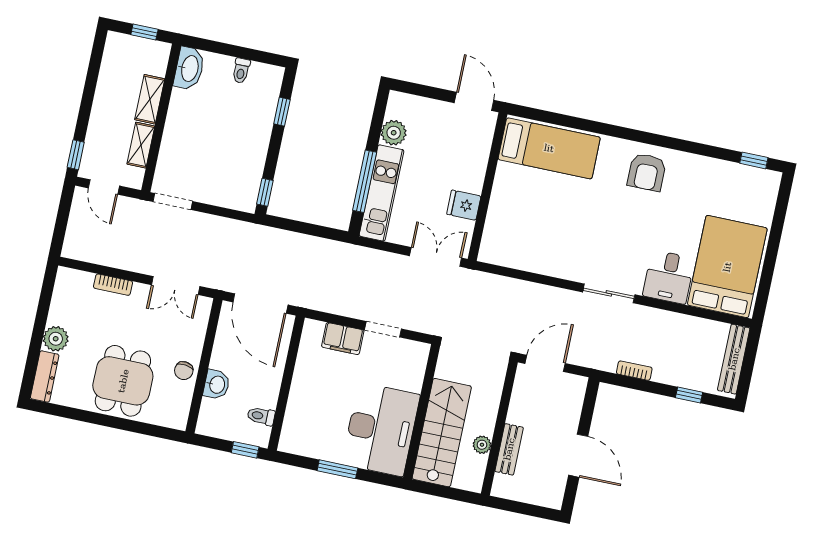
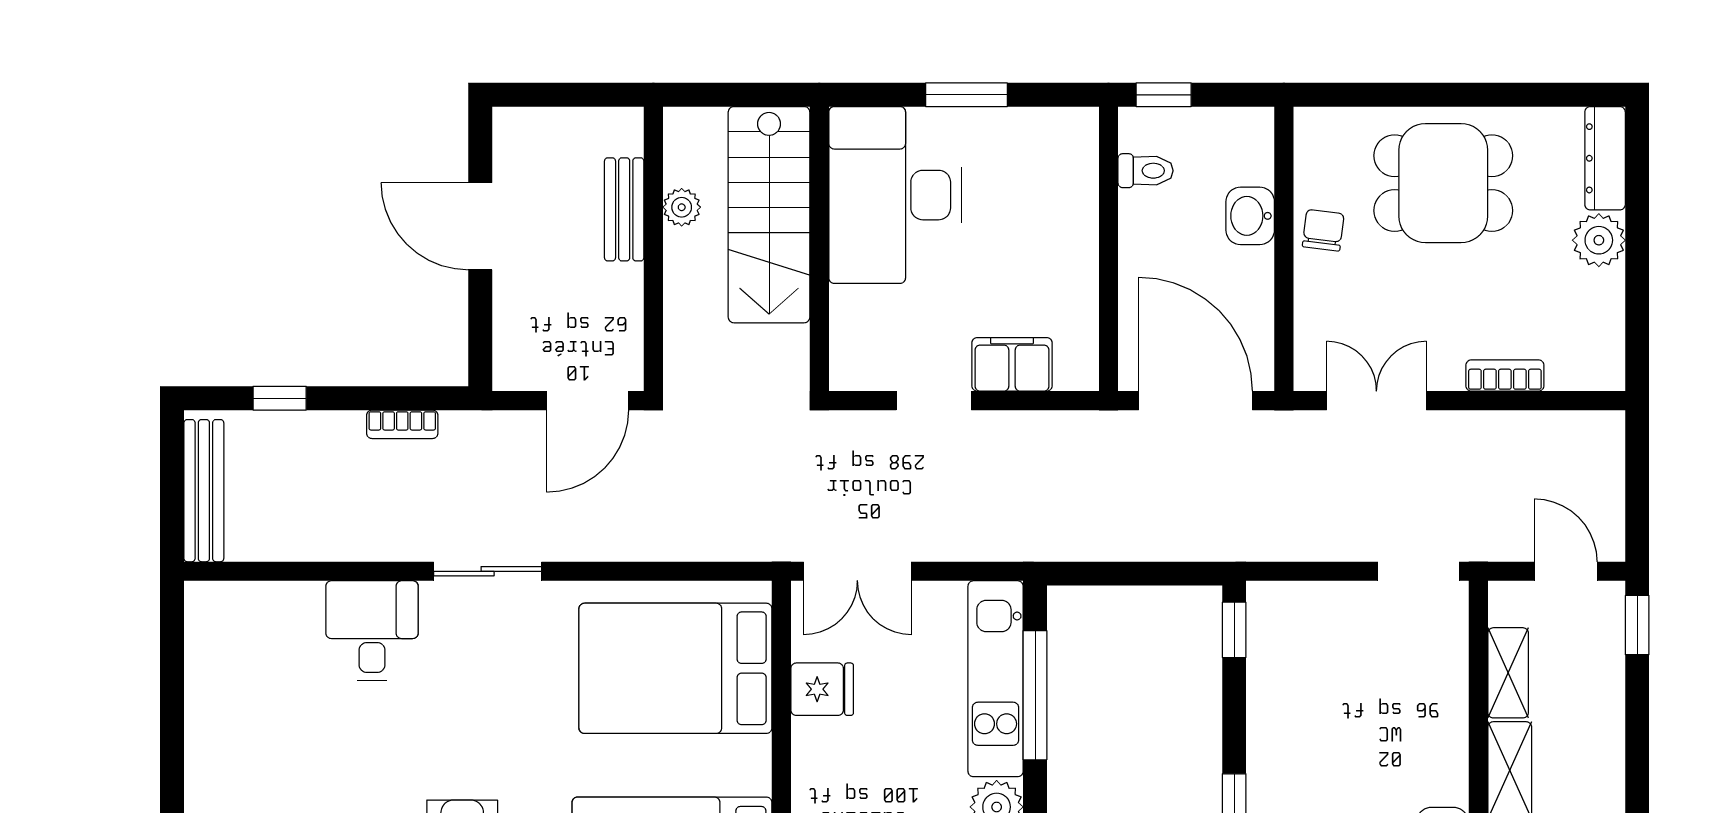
bed: (727, 267) -> (675, 668), moved, turned 90
dining table: (123, 381) -> (1443, 183), turned 90

